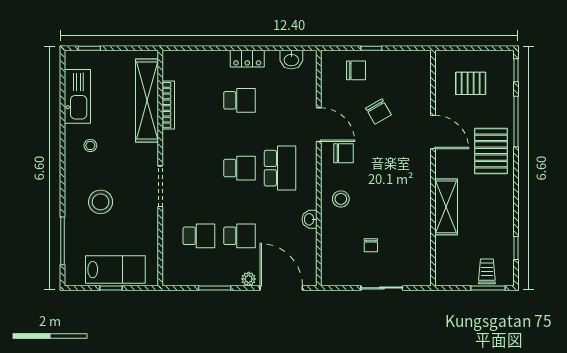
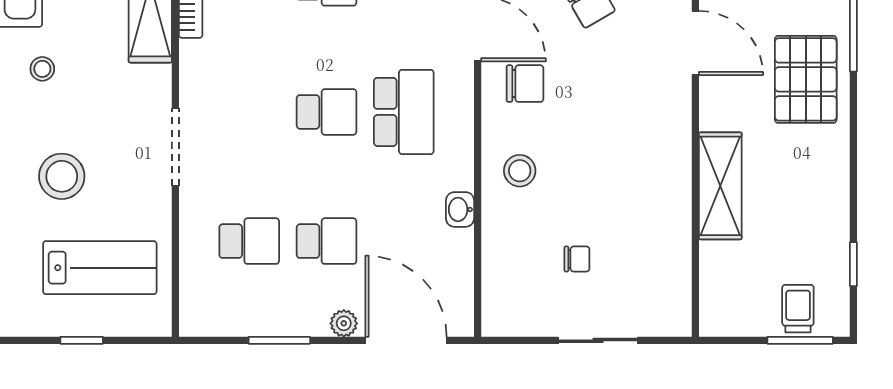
chair: (371, 245) -> (577, 259), turned -90
lab bench: (115, 270) -> (100, 268), moved

